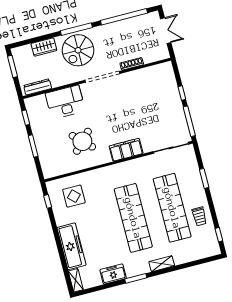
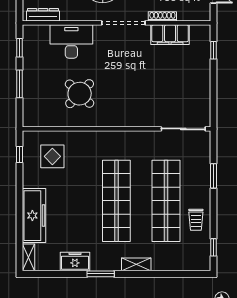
window: (182, 93) -> (213, 50), moved
window: (189, 121) -> (213, 103), removed
filing cabinet: (126, 150) -> (170, 35), moved, turned 180

